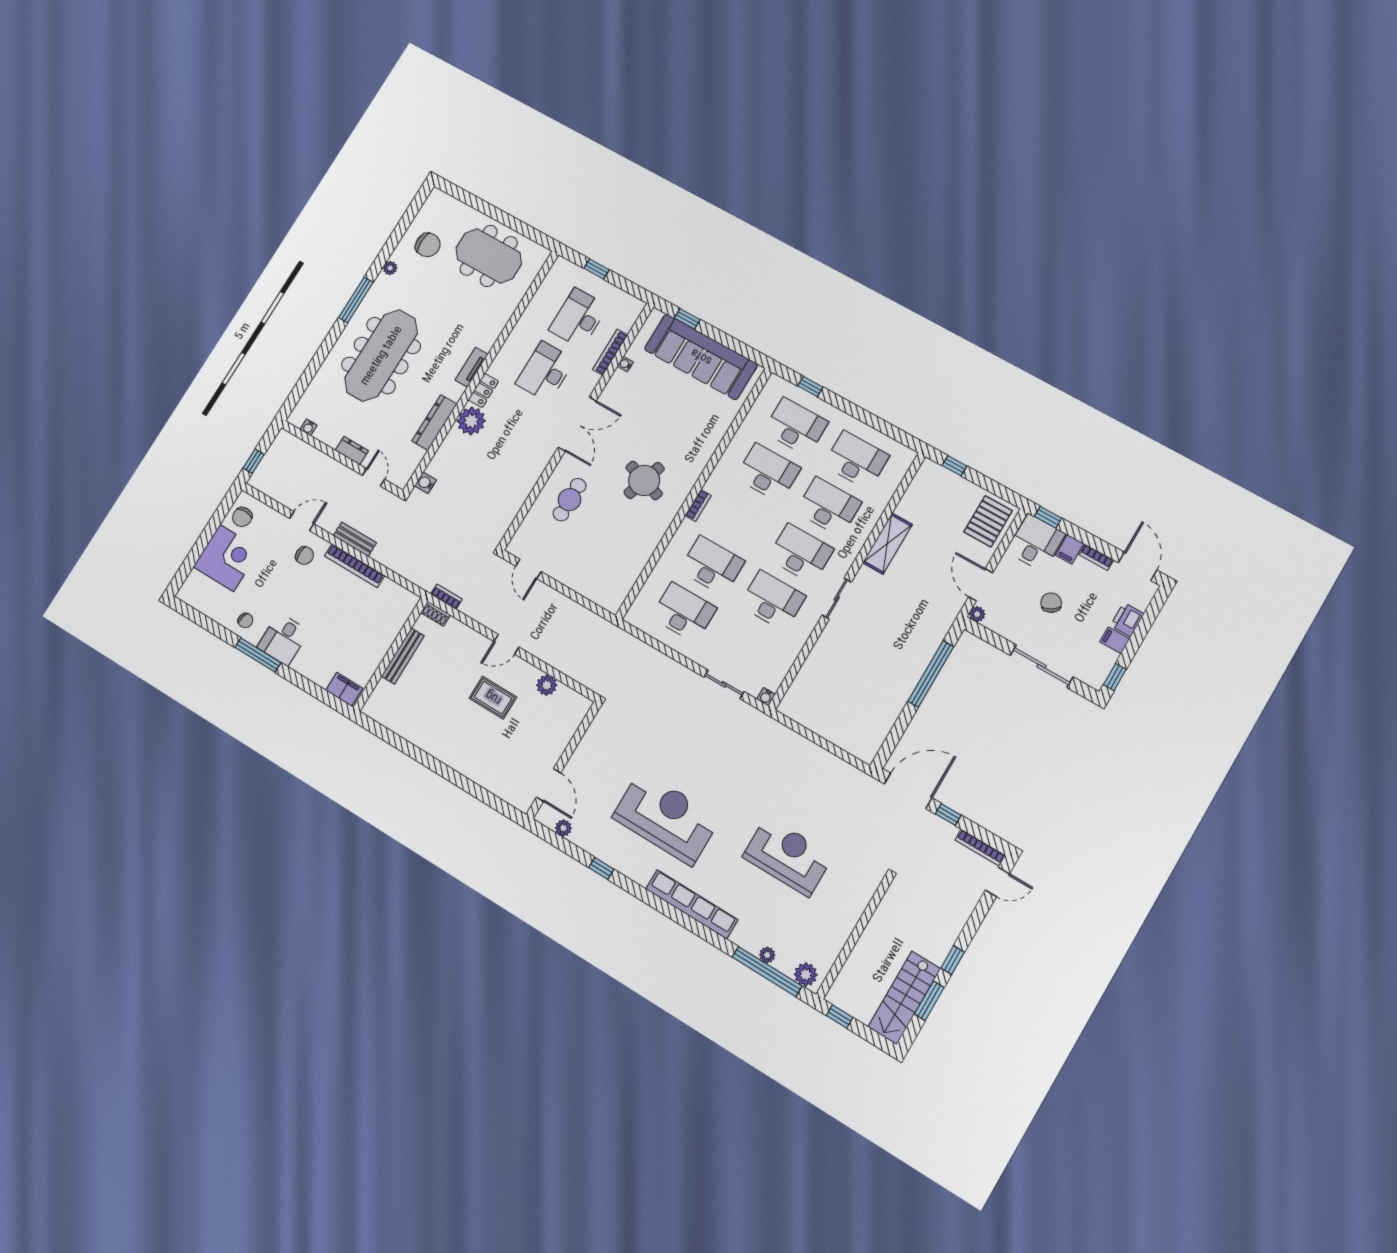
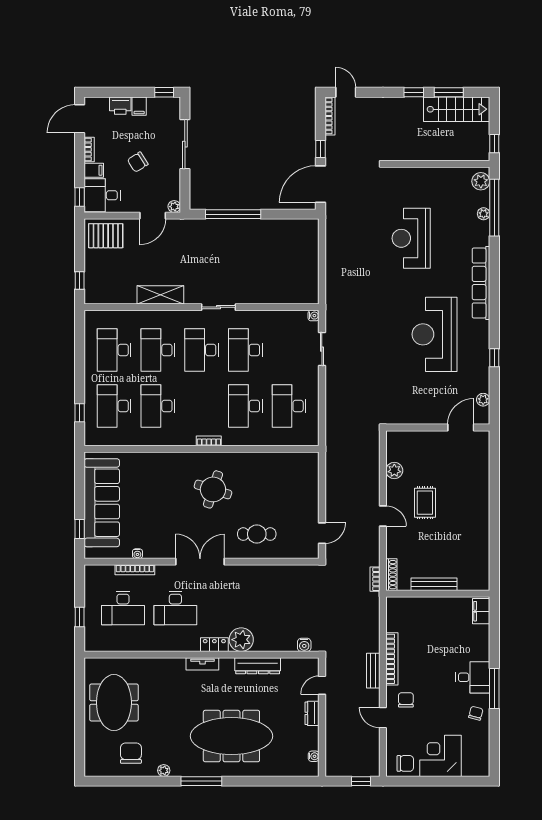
shoe rack: (435, 614) -> (391, 575), width x1.43
door: (908, 791) -> (320, 184), hinge flipped

